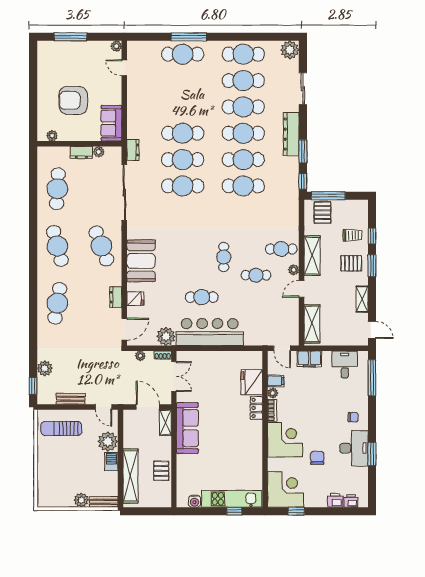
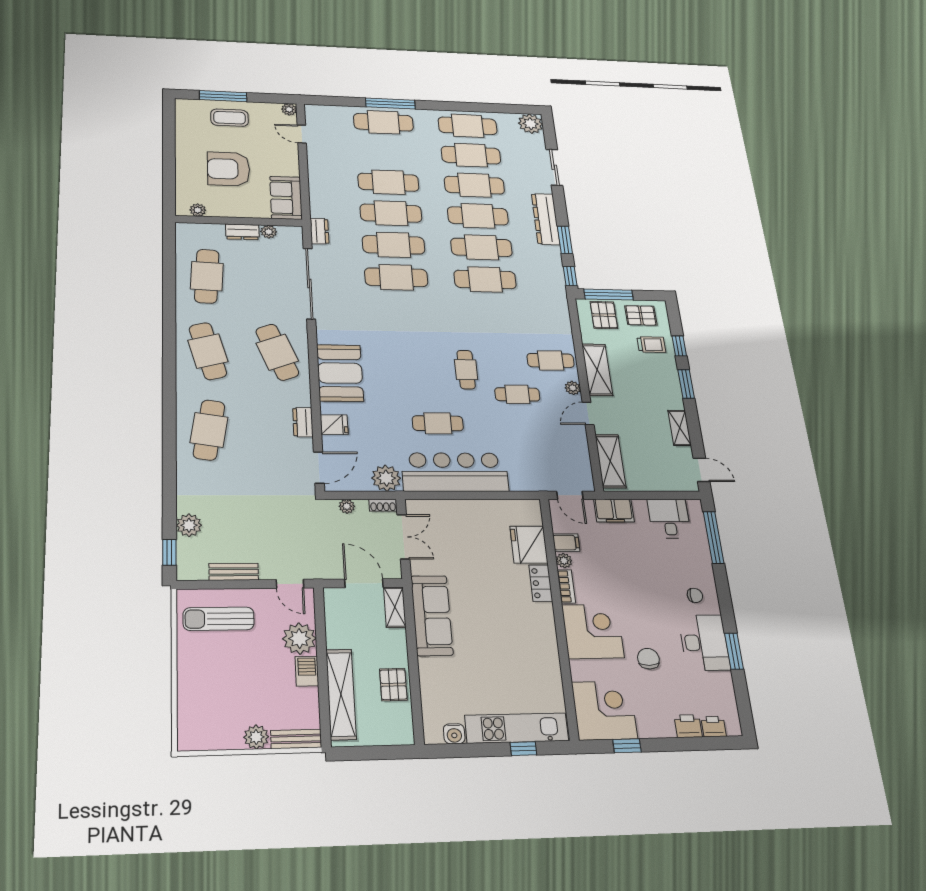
coffee table: (75, 56) -> (230, 118), added
cafe table: (183, 107) -> (388, 182), added
pallet: (351, 263) -> (641, 315), moved

